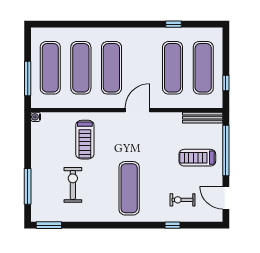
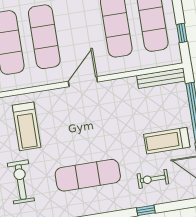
treadmill: (197, 158) -> (167, 141), moved
exercise mat: (129, 188) -> (88, 175), turned 90

